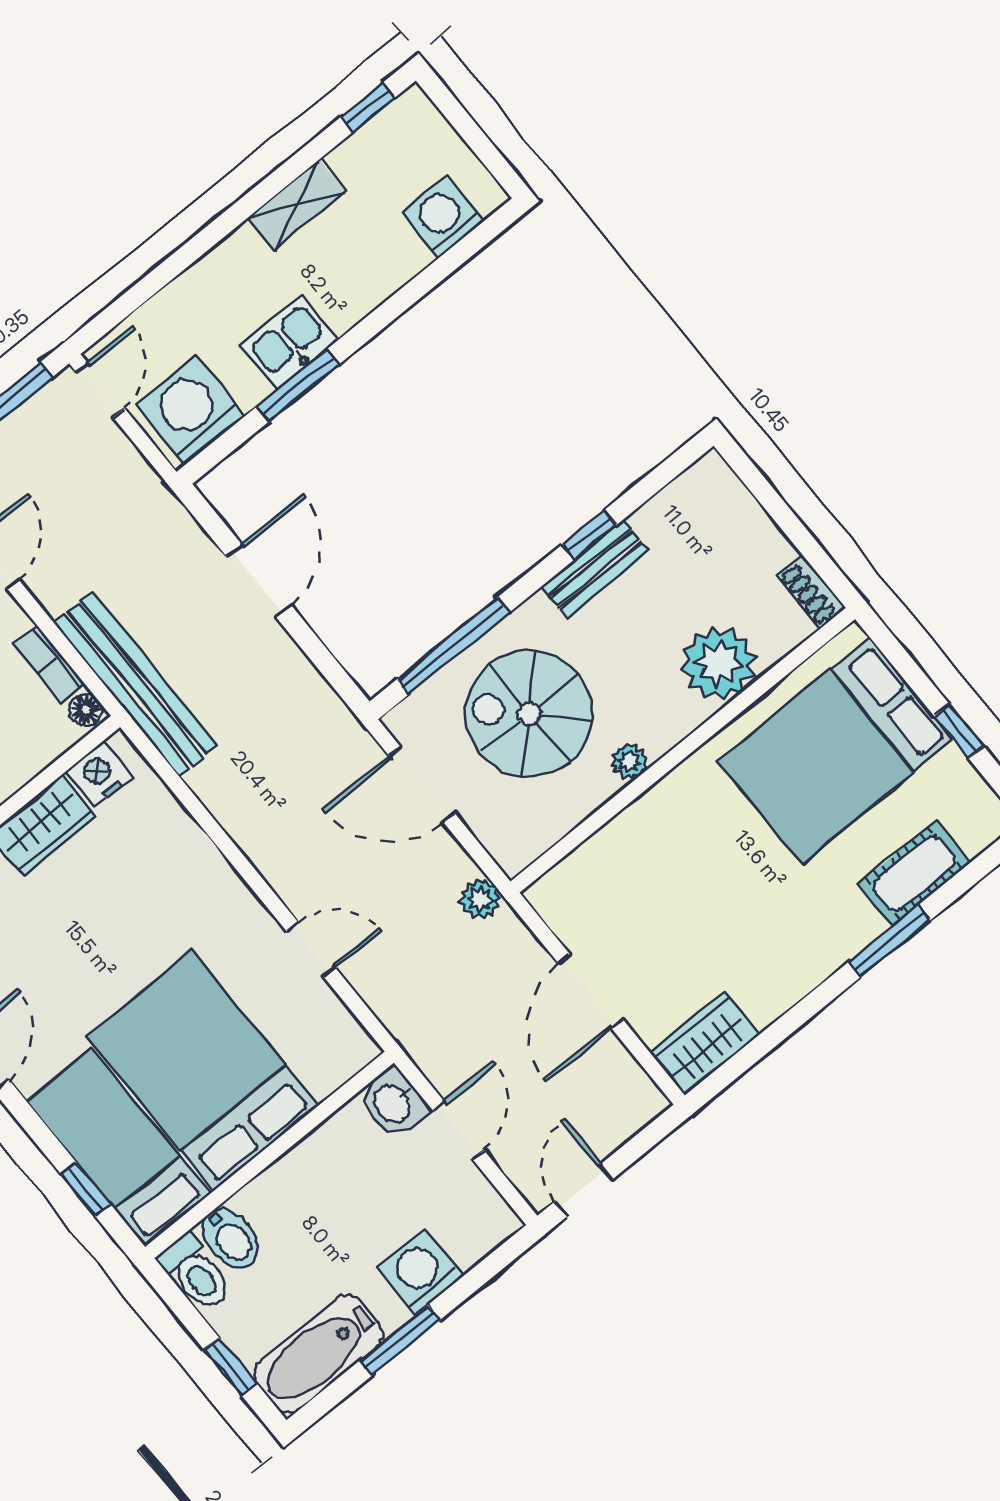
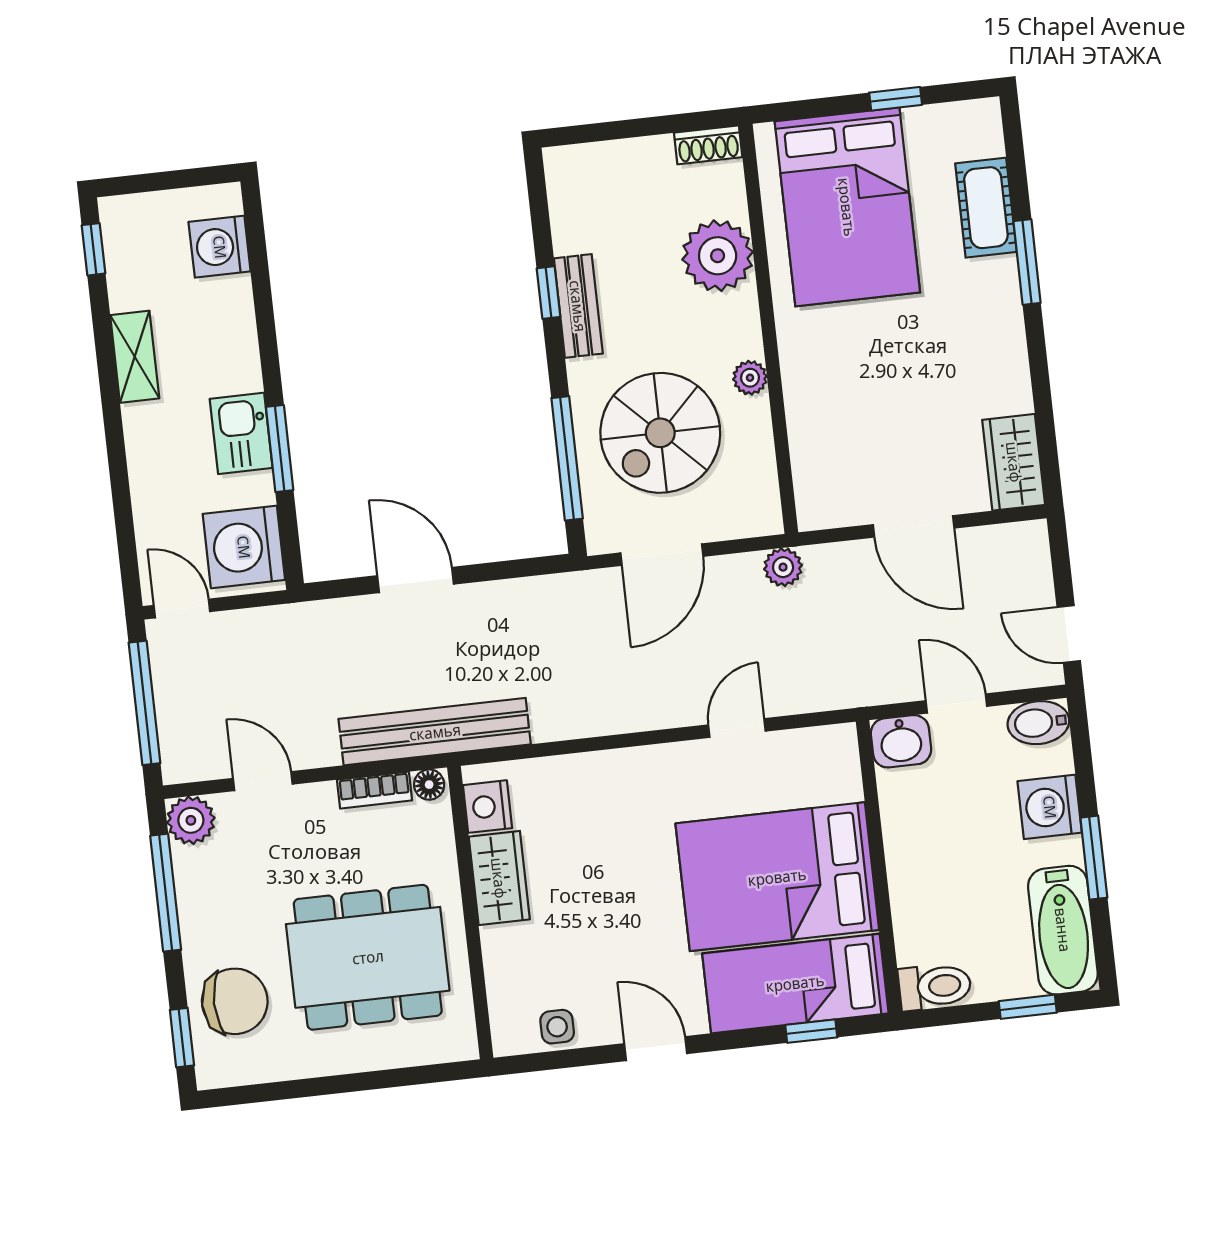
bidet: (230, 1238) -> (1038, 723), moved, turned 180

